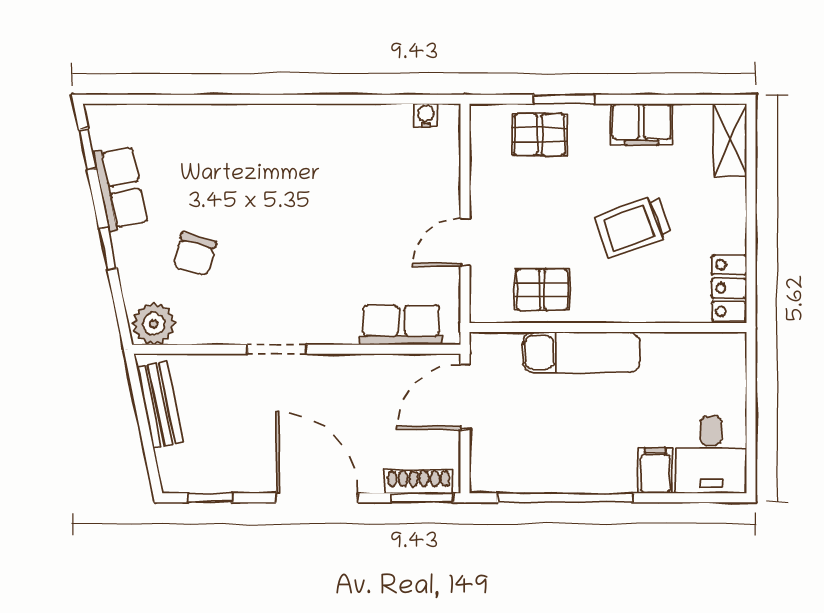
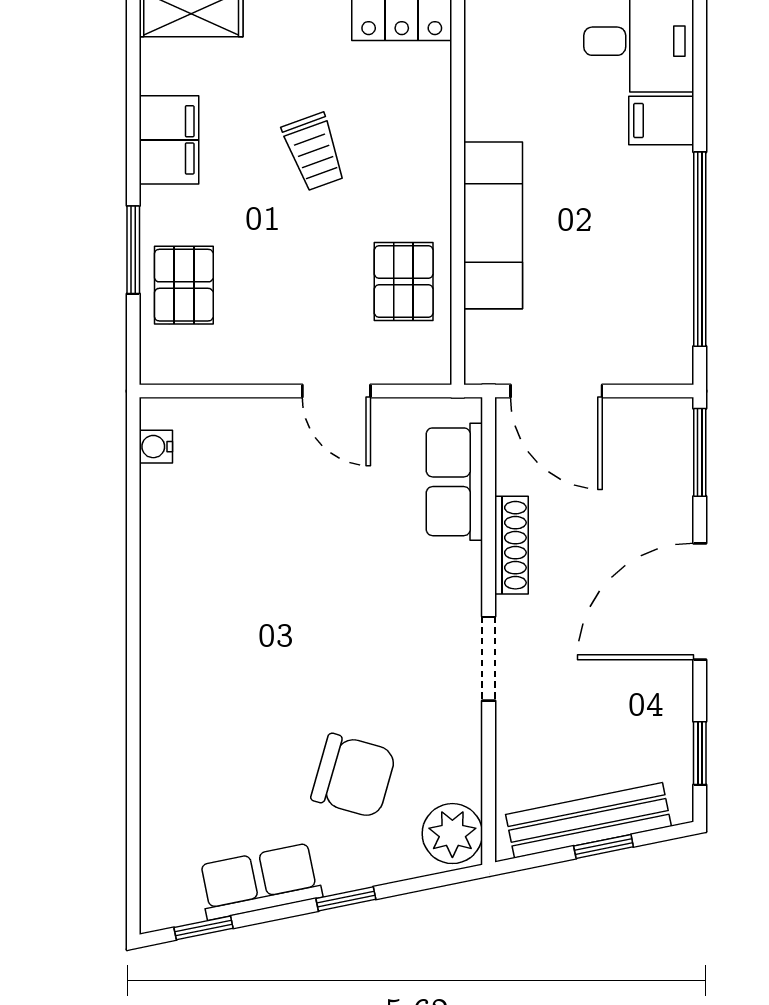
trolley: (633, 226) -> (314, 152), width x0.73, depth x0.72
chair: (194, 254) -> (354, 776), width x1.37, depth x1.37
bench: (160, 405) -> (588, 820), width x1.36
window: (145, 430) -> (604, 846), added
shoe rack: (419, 482) -> (511, 545), moved, turned 180

